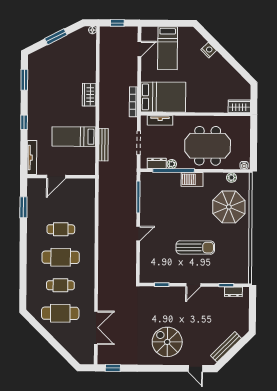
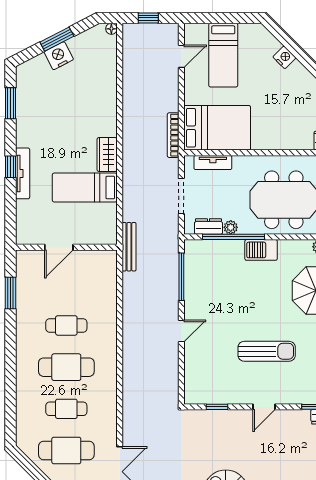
nightstand: (57, 48) -> (59, 56), added
wardrobe: (89, 95) -> (107, 155), moved
bench: (103, 145) -> (129, 247), moved
tv unit: (32, 158) -> (23, 173), moved

